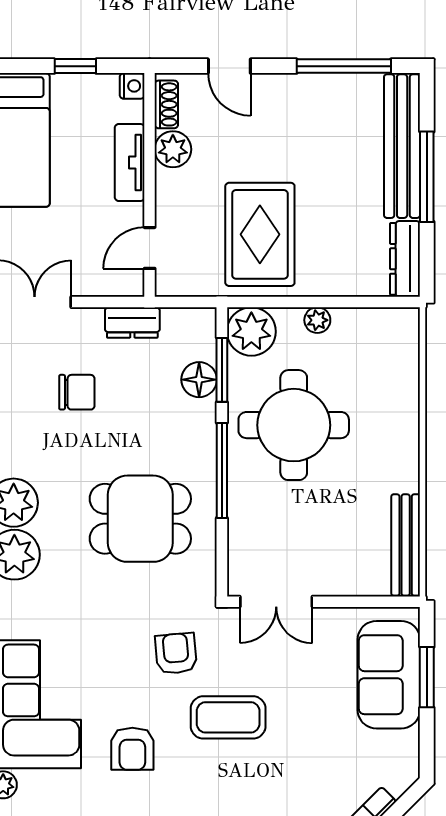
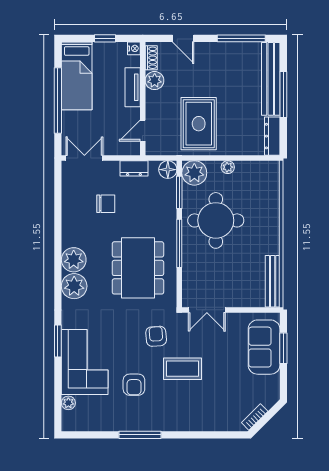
floor lamp: (199, 380) -> (168, 170), moved
dining table: (140, 519) -> (138, 268), width x1.38

